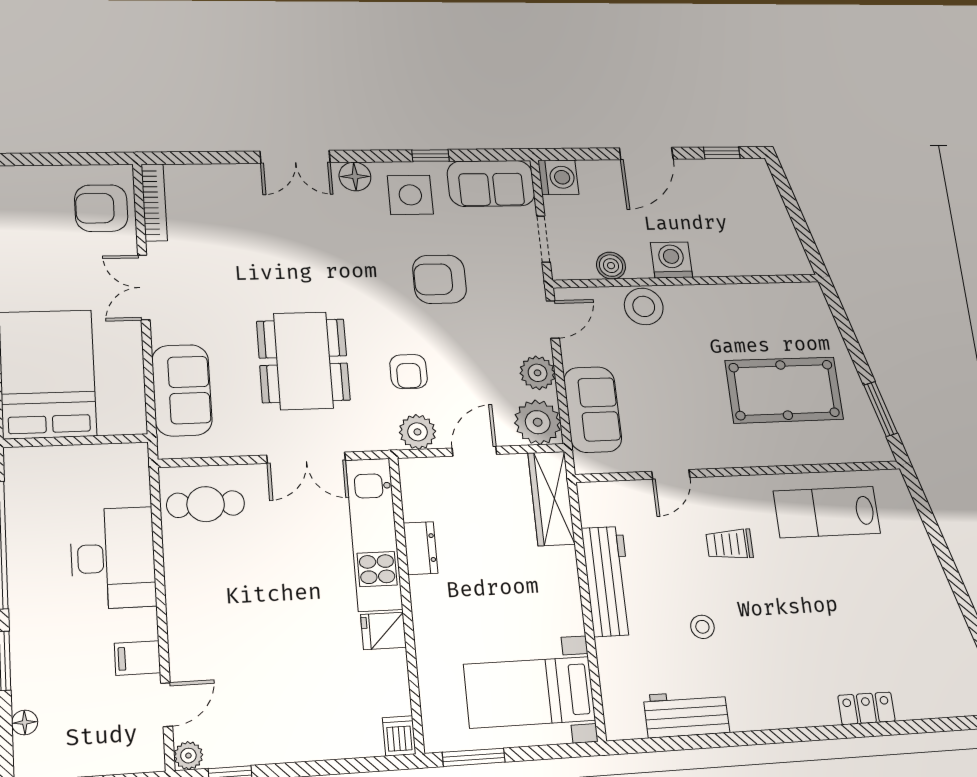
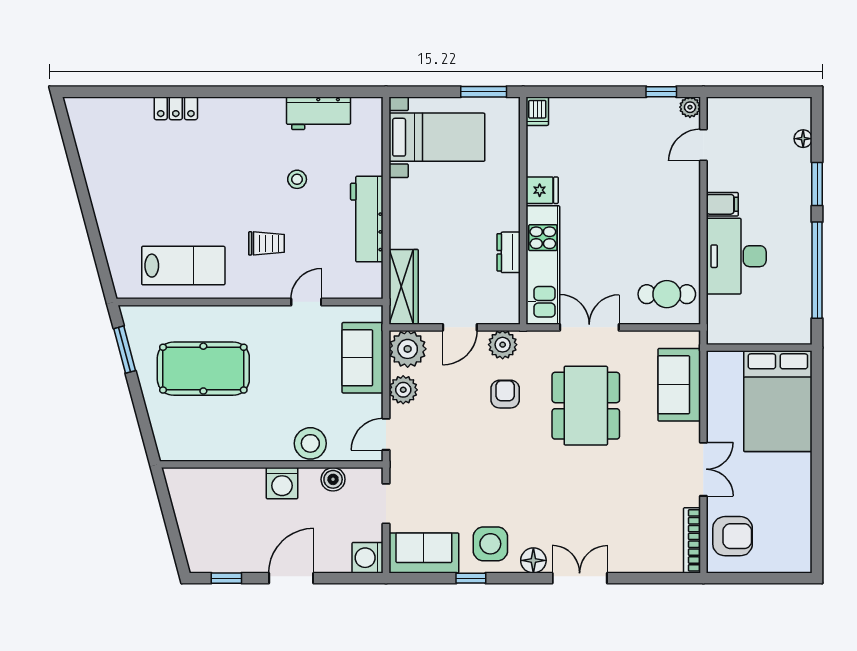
armchair: (439, 279) -> (474, 471), removed
filing cabinet: (137, 658) -> (722, 204), moved

